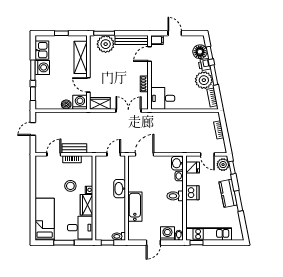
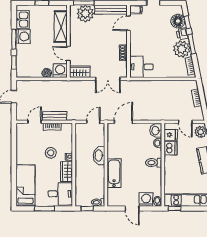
double door: (128, 111) -> (108, 79), swing flipped
dishwasher: (192, 193) -> (171, 148), moved
door: (153, 243) -> (132, 209), hinge flipped

